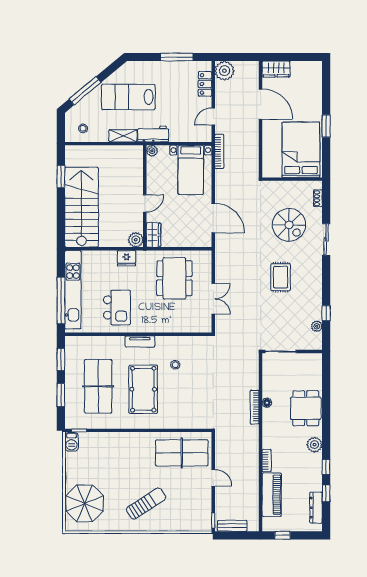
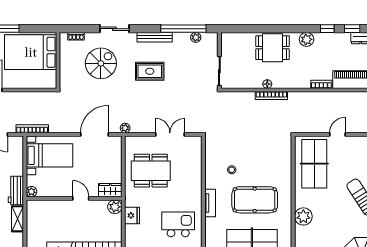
plant: (220, 251) -> (125, 128), added
bench: (317, 282) -> (155, 37), added
window: (326, 313) -> (183, 29), width x3.17
plant: (125, 441) -> (303, 216), added

